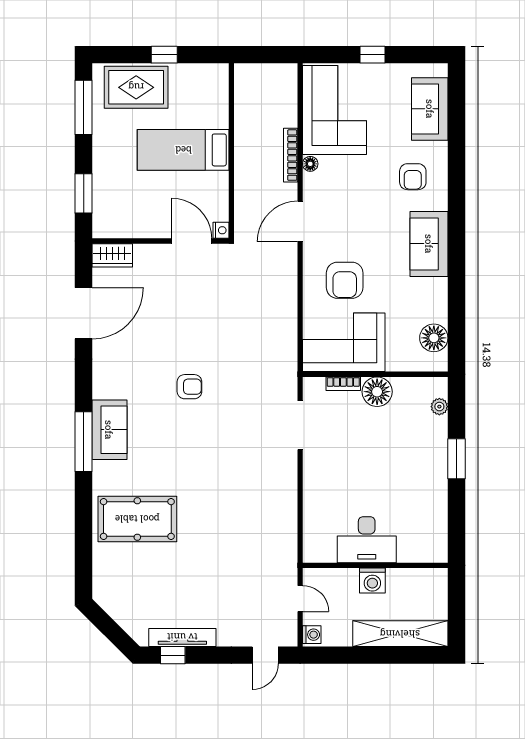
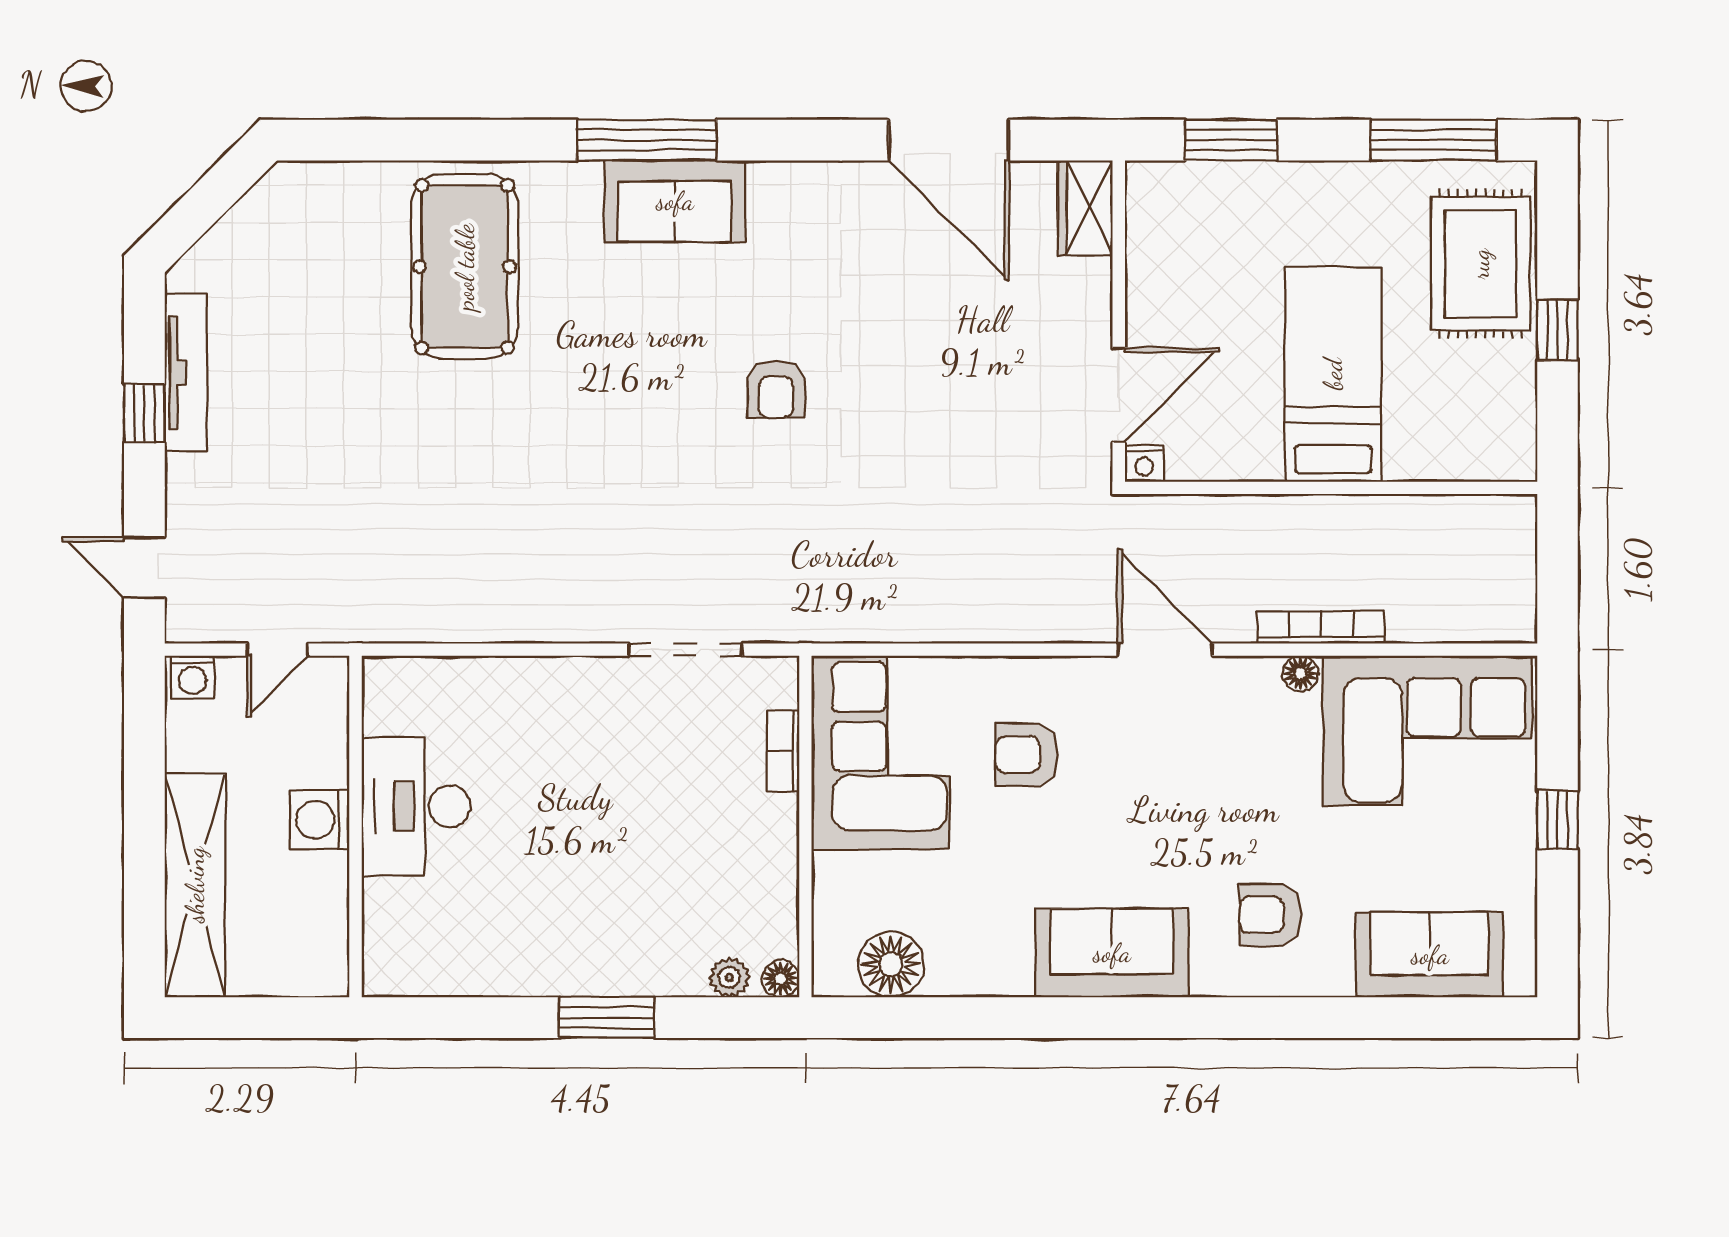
armchair: (345, 280) -> (1027, 755), width x0.72, depth x0.72
floor lamp: (377, 392) -> (781, 979), moved, width x0.53, depth x0.53
window: (173, 655) -> (144, 413), moved

